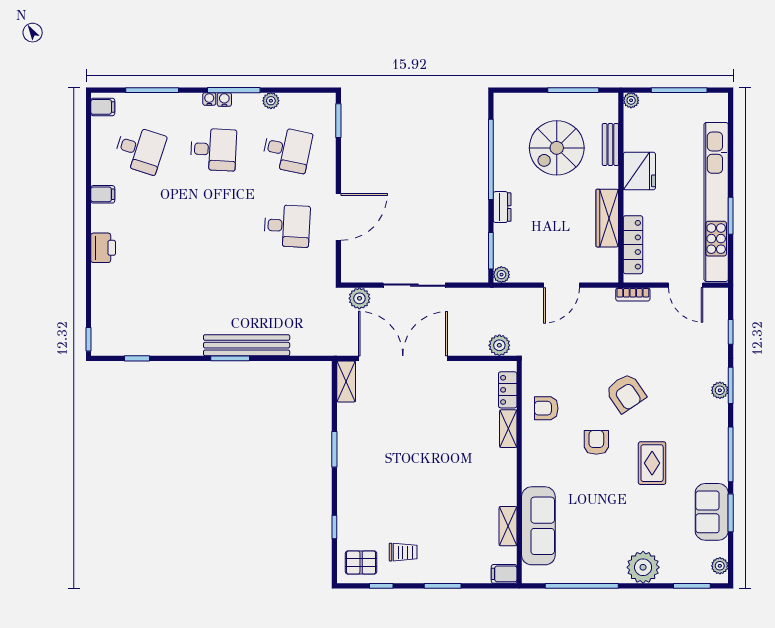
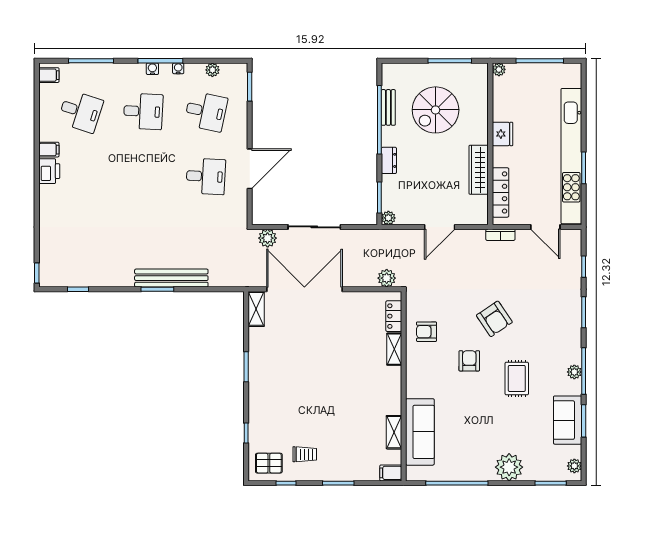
water cooler: (209, 99) -> (178, 68), moved
plant: (271, 101) -> (212, 70), moved
bench: (610, 144) -> (388, 107), moved
fridge: (639, 171) -> (502, 134), width x0.73, depth x0.75
printer: (103, 248) -> (49, 171), moved
plant: (720, 390) -> (574, 372), moved

